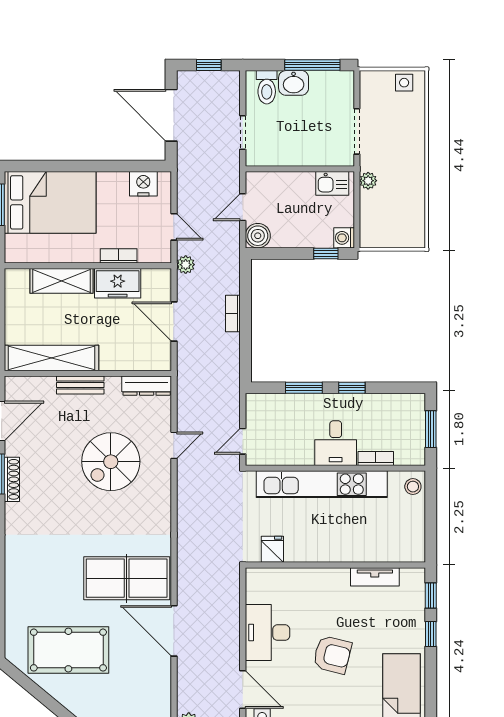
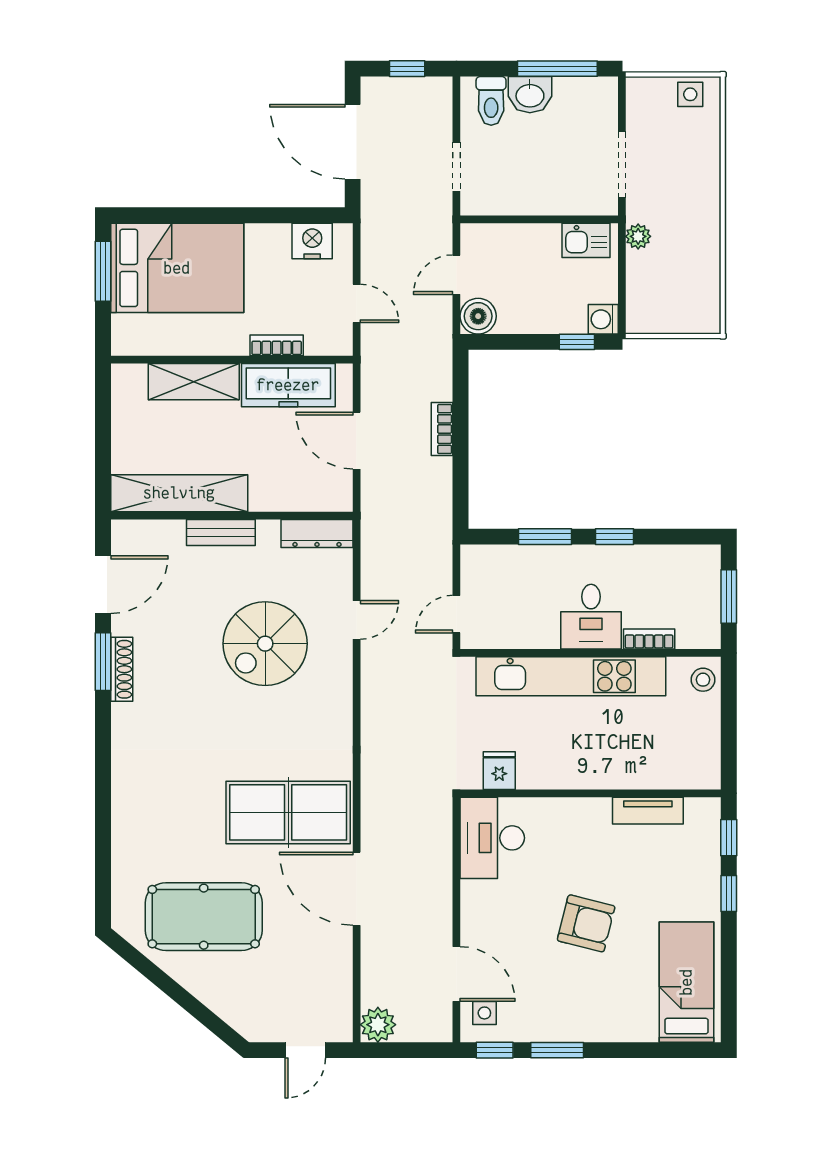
plant: (186, 265) -> (374, 358), removed
freezer: (118, 283) -> (288, 385), width x1.40
desk: (268, 633) -> (492, 838), moved

